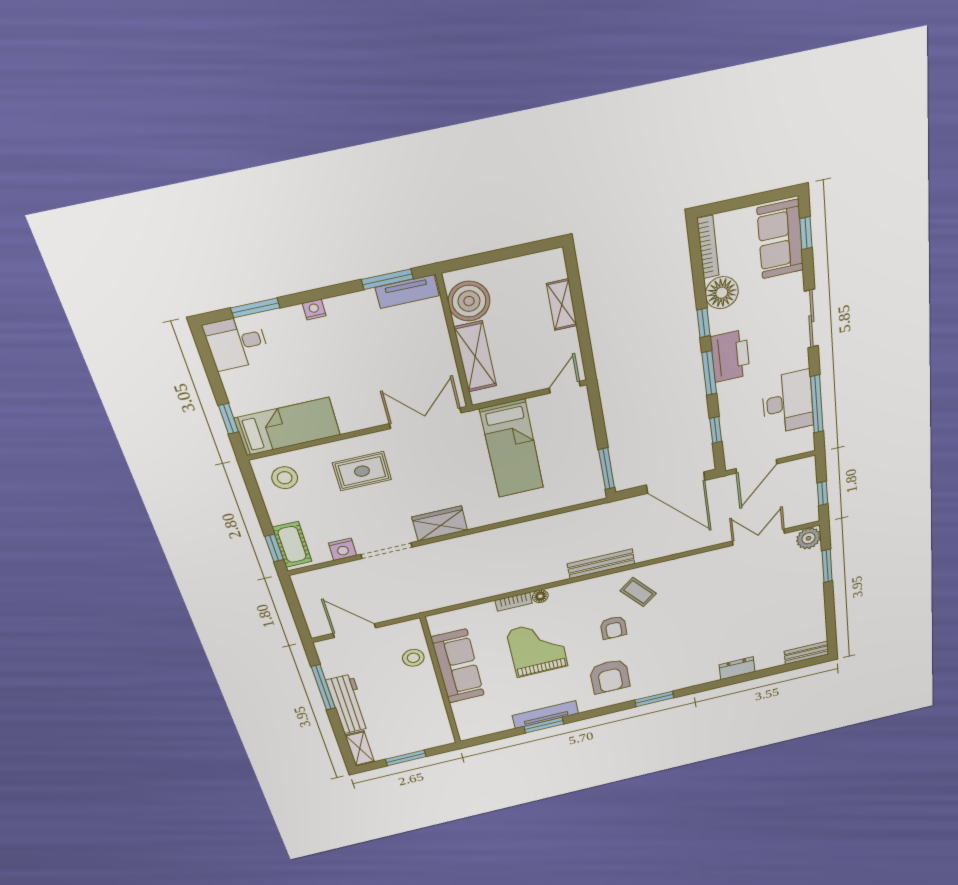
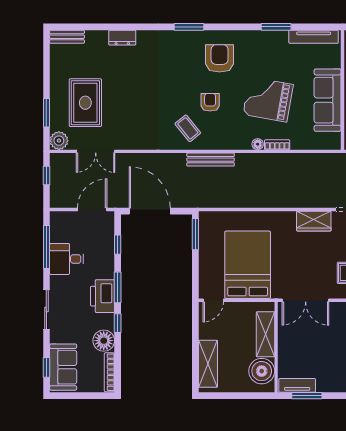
shelving: (562, 305) -> (208, 364), width x1.50, depth x1.33
desk: (788, 402) -> (67, 259), width x0.73
bed: (512, 449) -> (248, 265), width x1.50
rug: (777, 589) -> (85, 103), added
grand piano: (537, 648) -> (268, 99), turned 100
tv unit: (545, 714) -> (314, 37), moved

